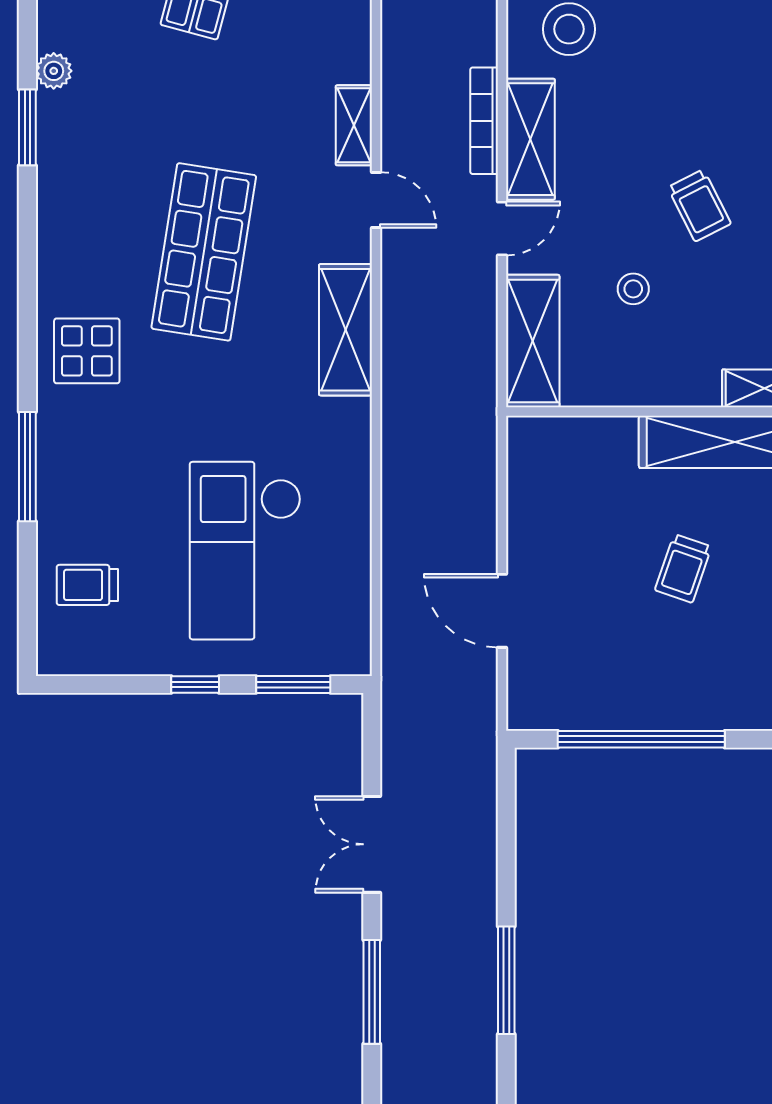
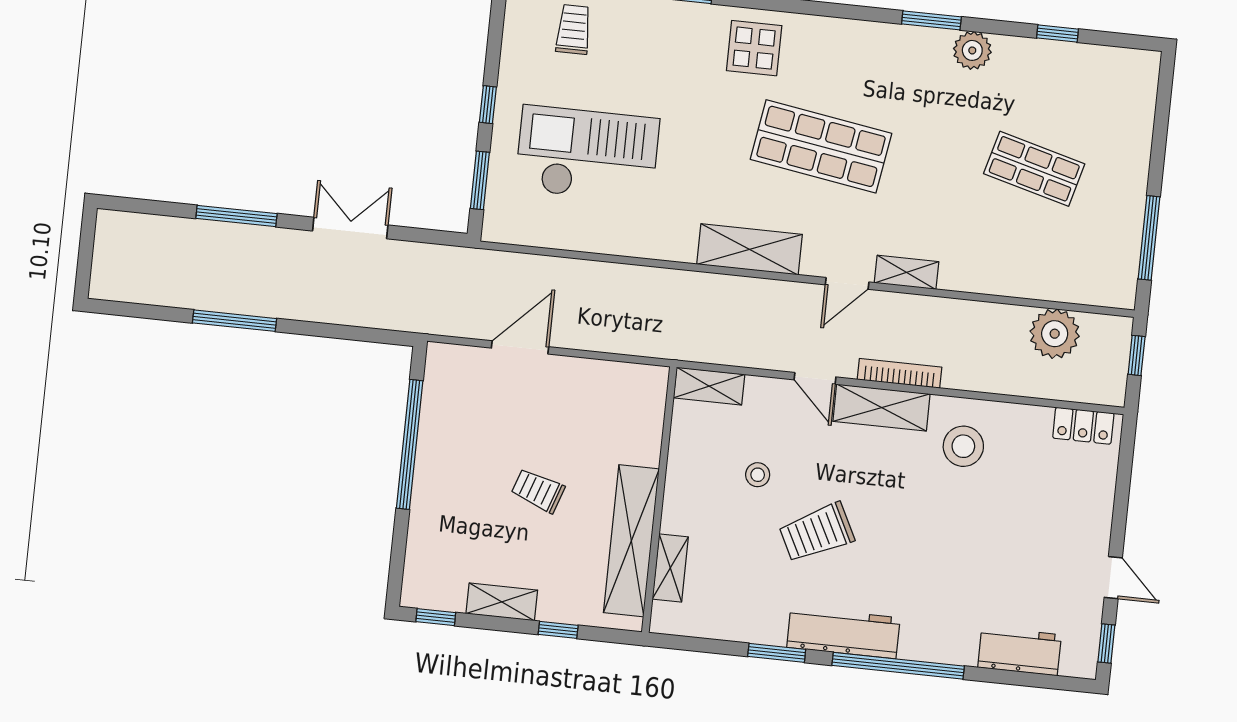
plant: (54, 71) -> (972, 50), width x1.38, depth x1.38
trolley: (699, 205) -> (817, 532), width x1.36, depth x1.39
shelving: (533, 341) -> (709, 386), width x0.67, depth x0.75

